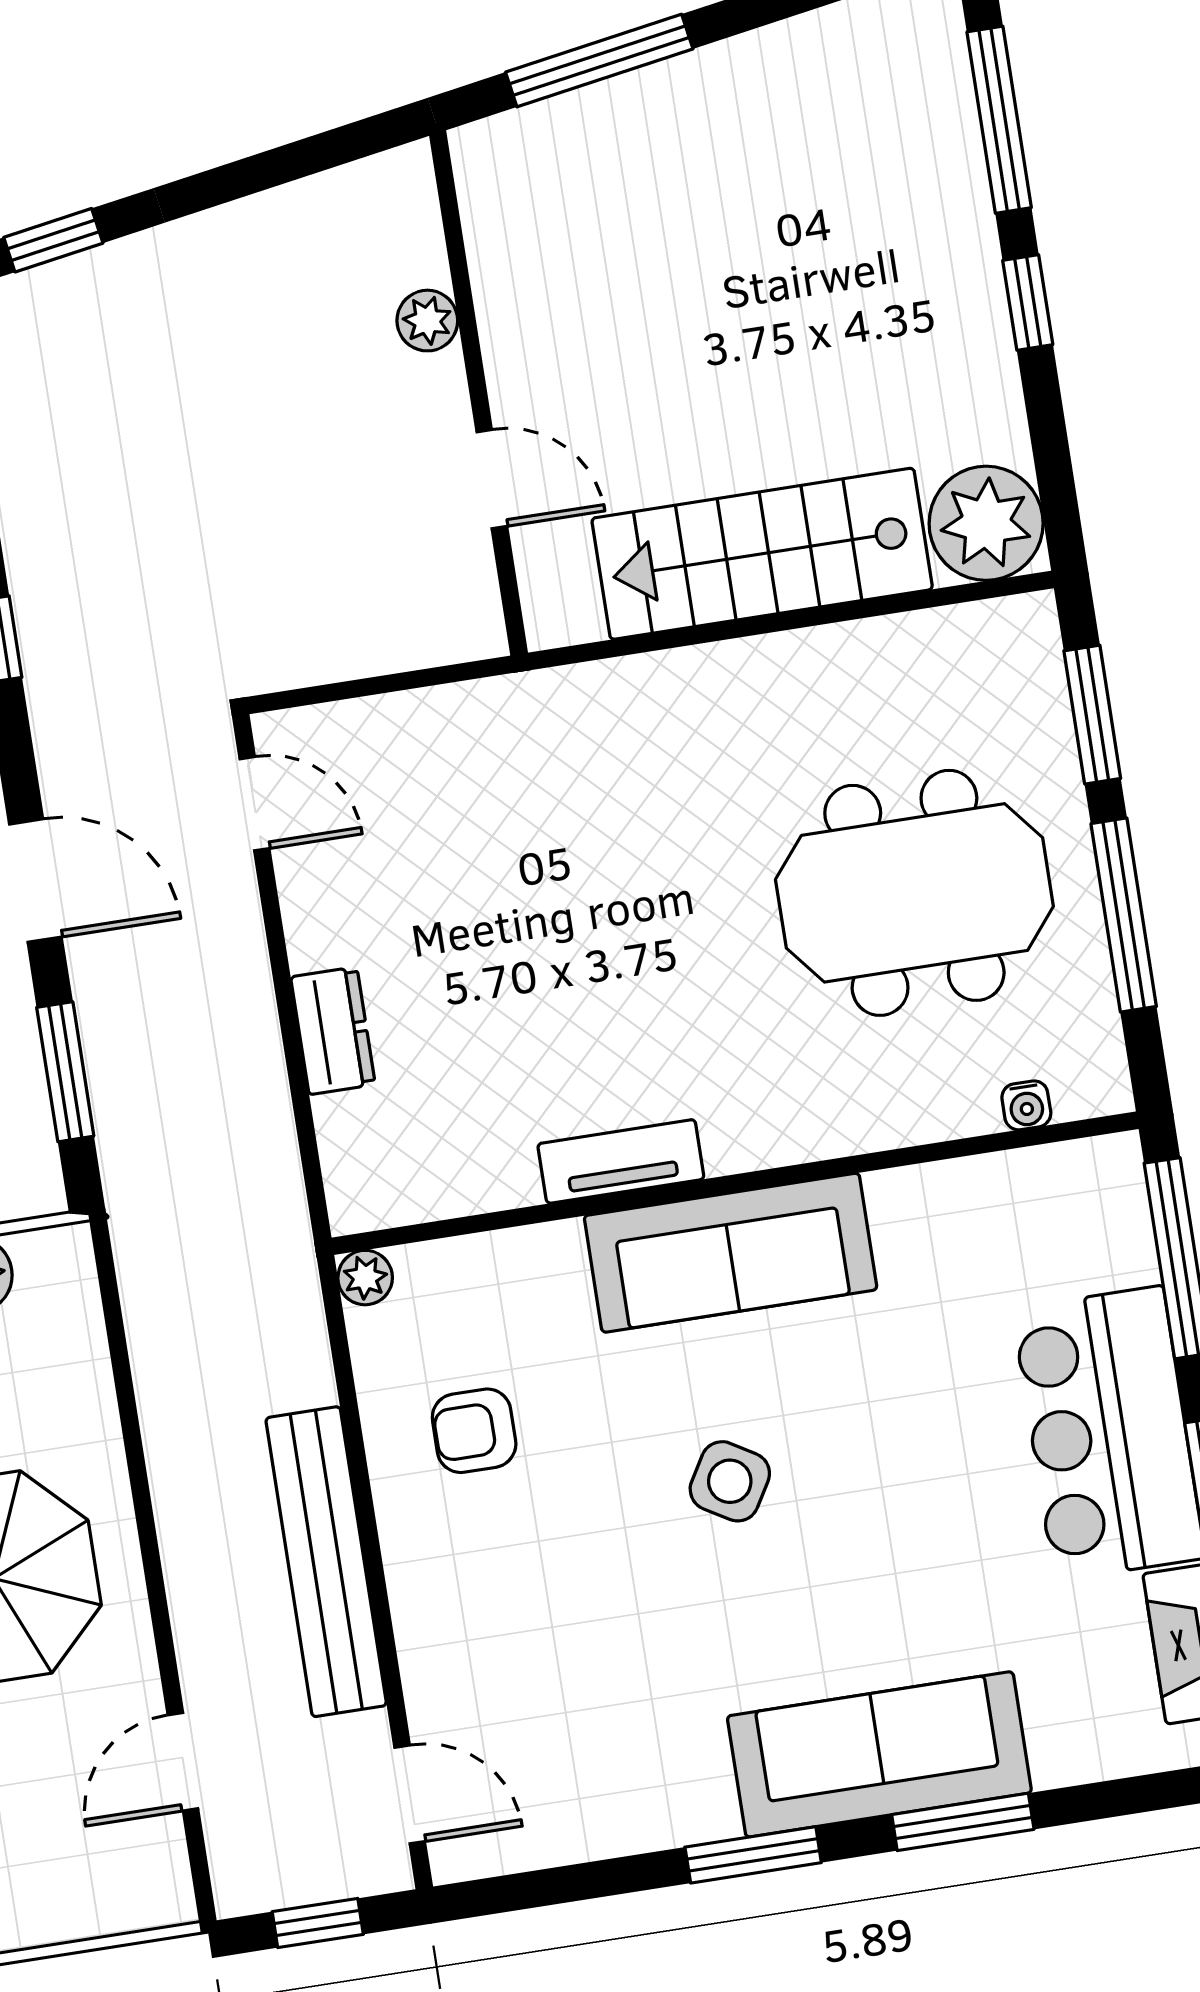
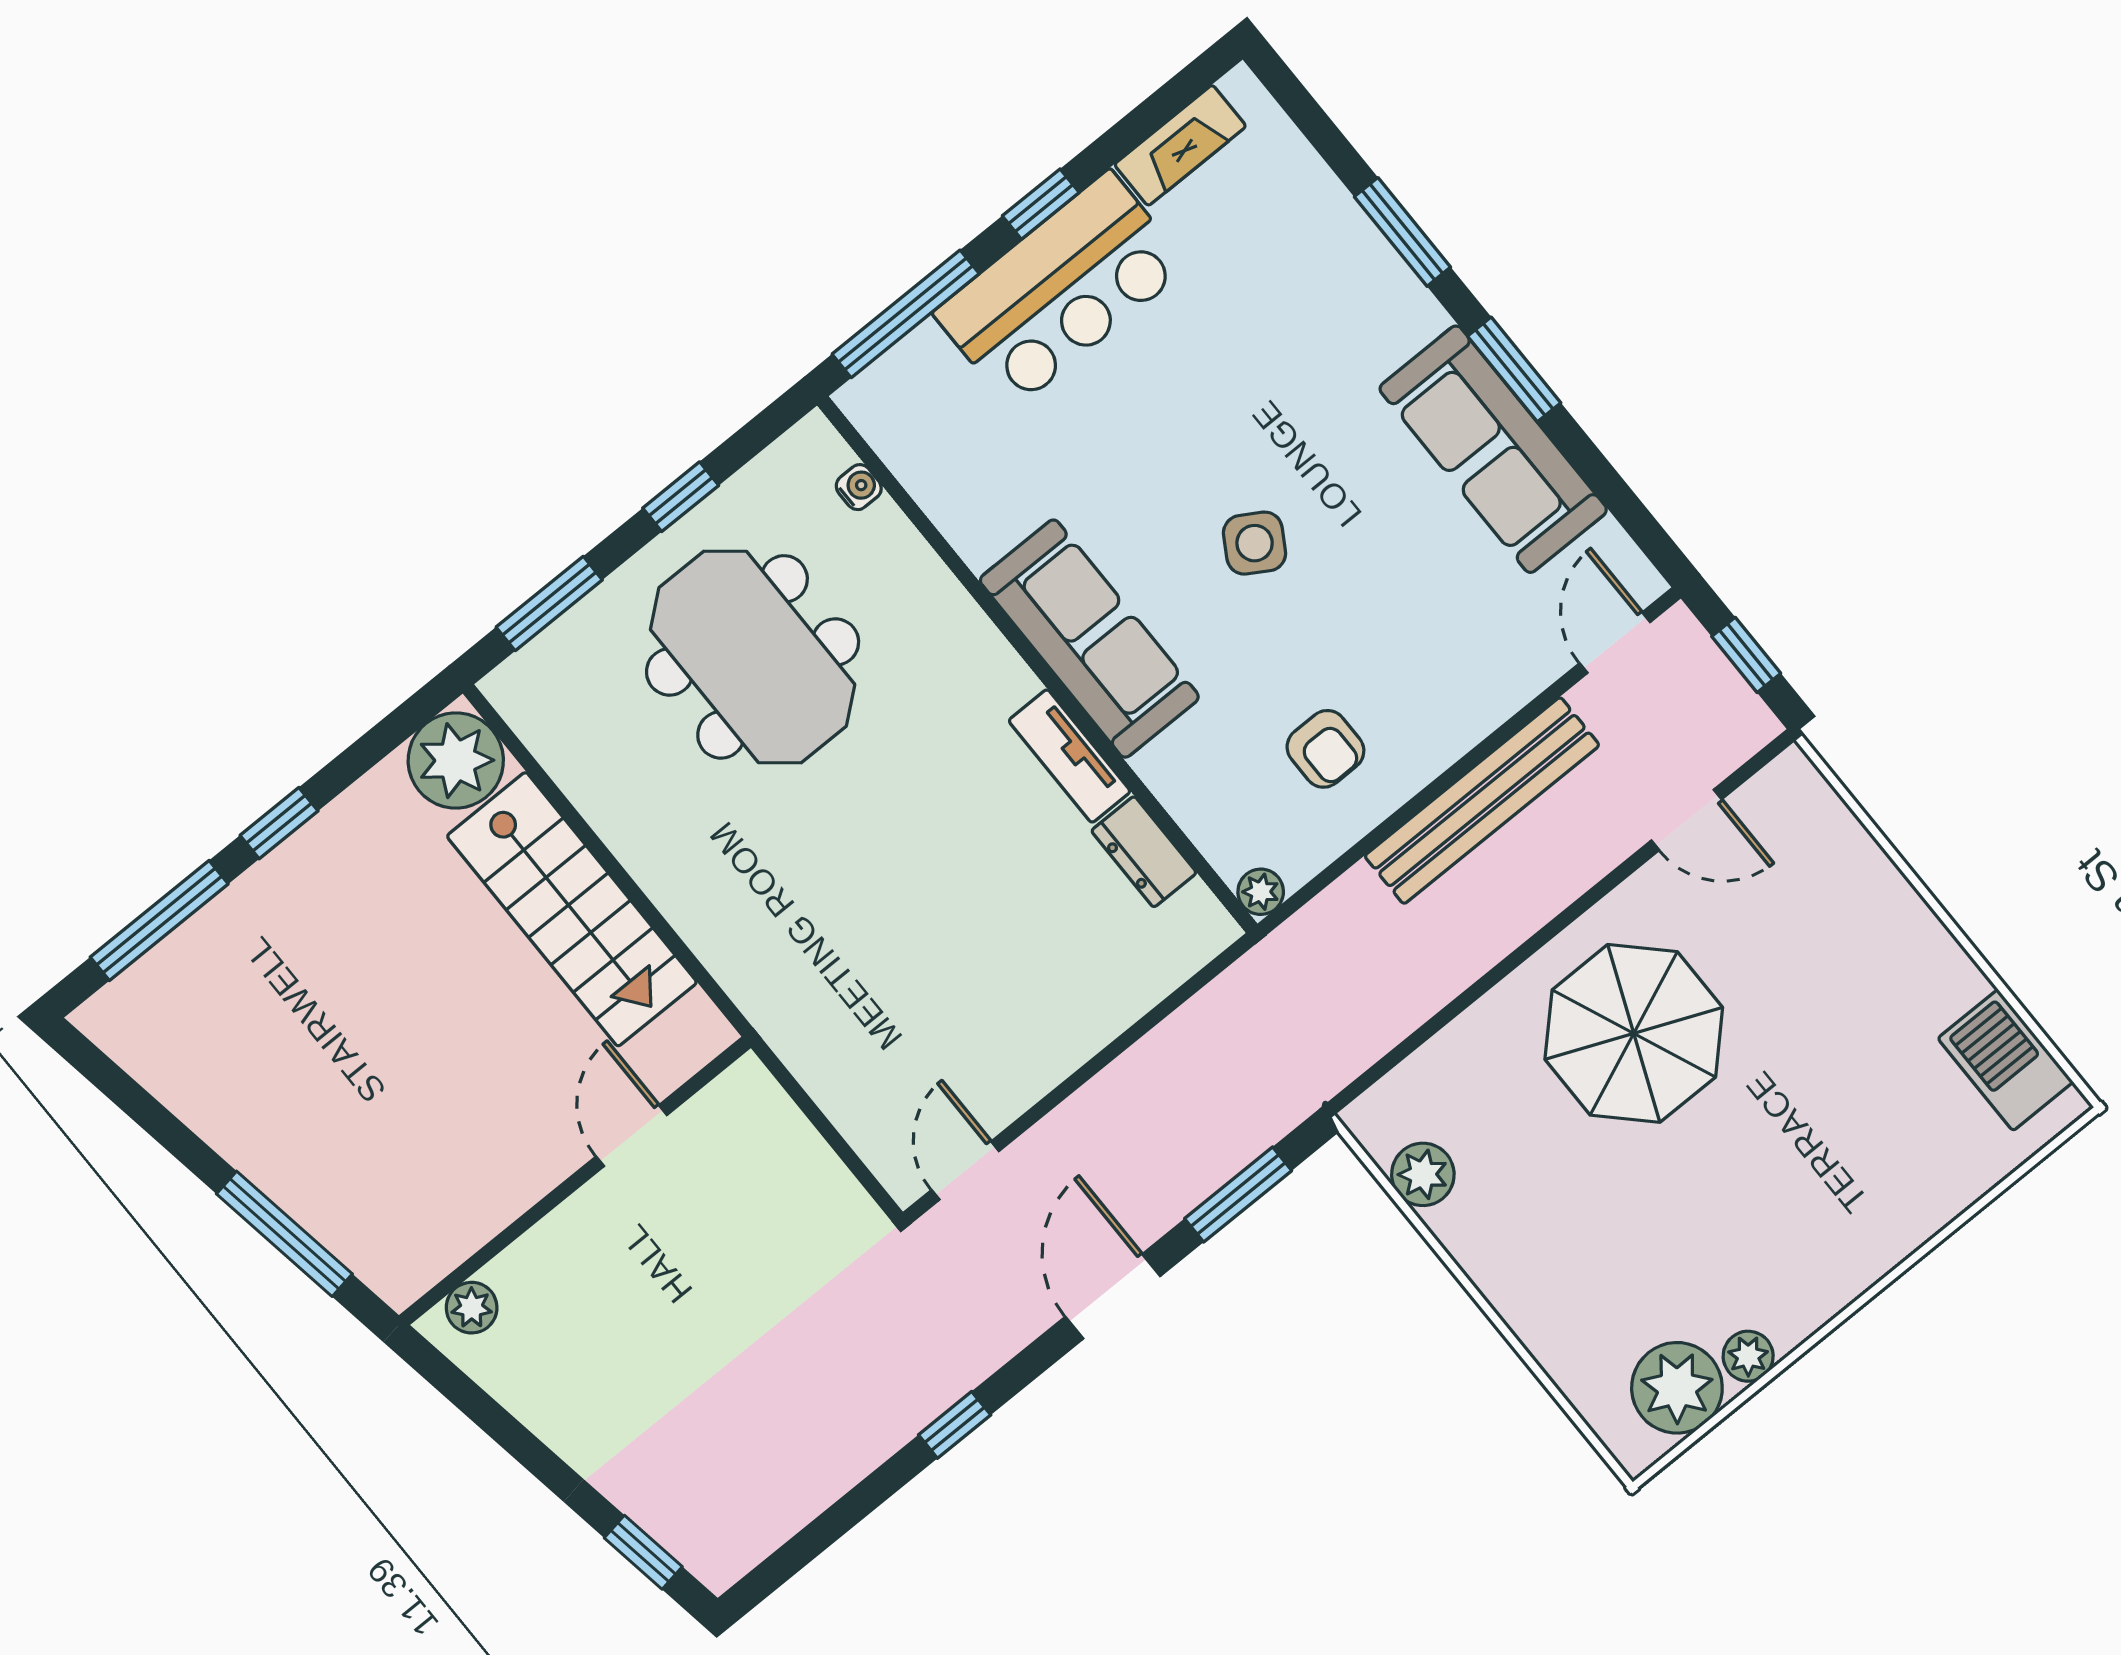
plant: (427, 321) -> (472, 1308), moved
window: (1124, 915) -> (681, 497), width x0.46
dresser: (333, 1031) -> (1144, 852), moved, turned -90
sofa: (879, 1754) -> (1493, 449), moved

